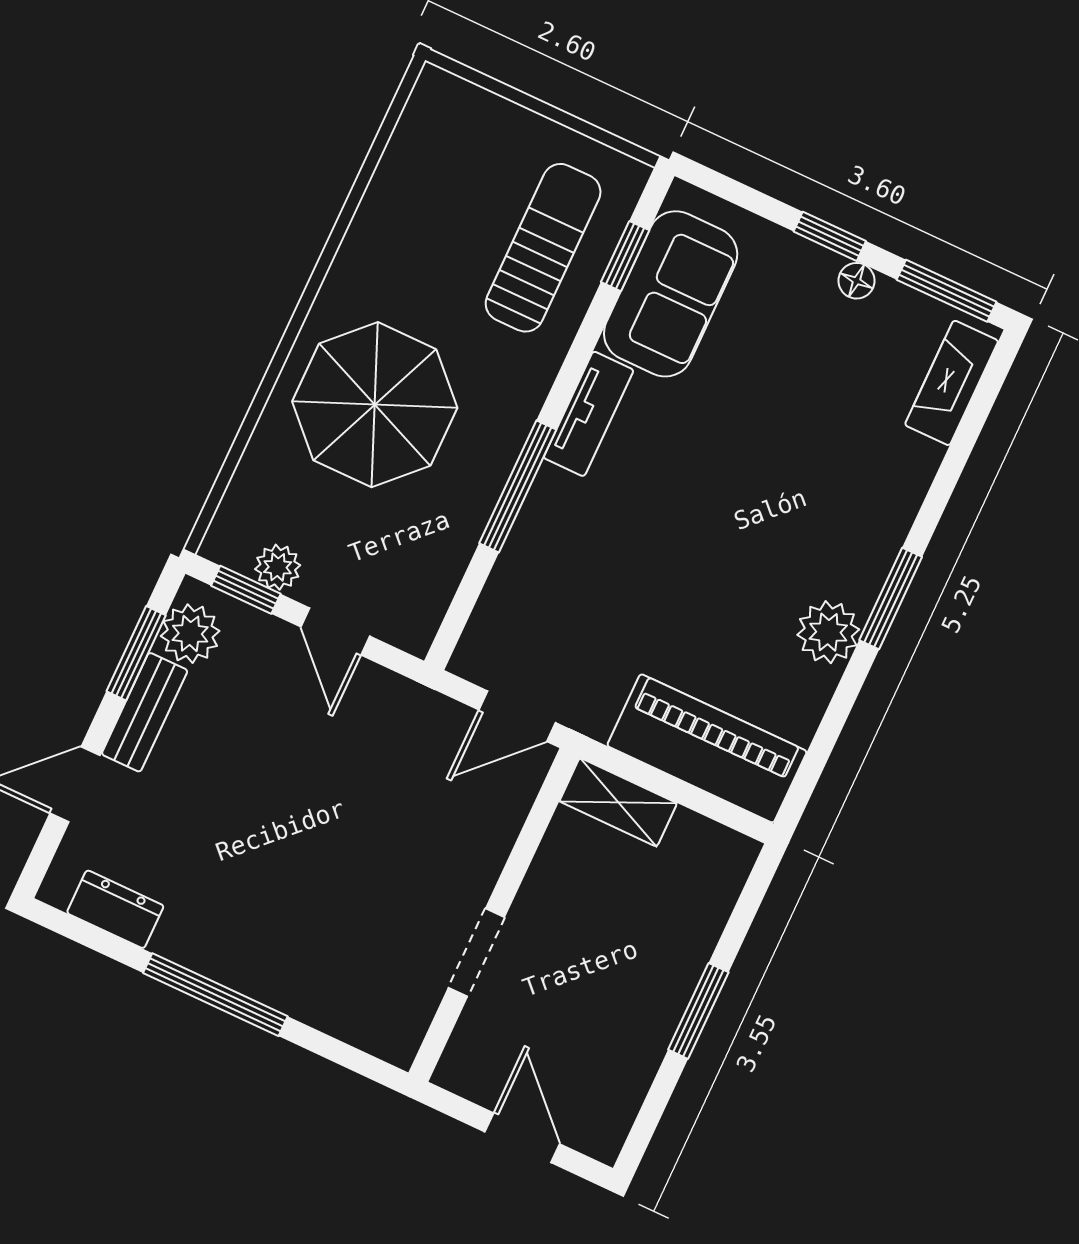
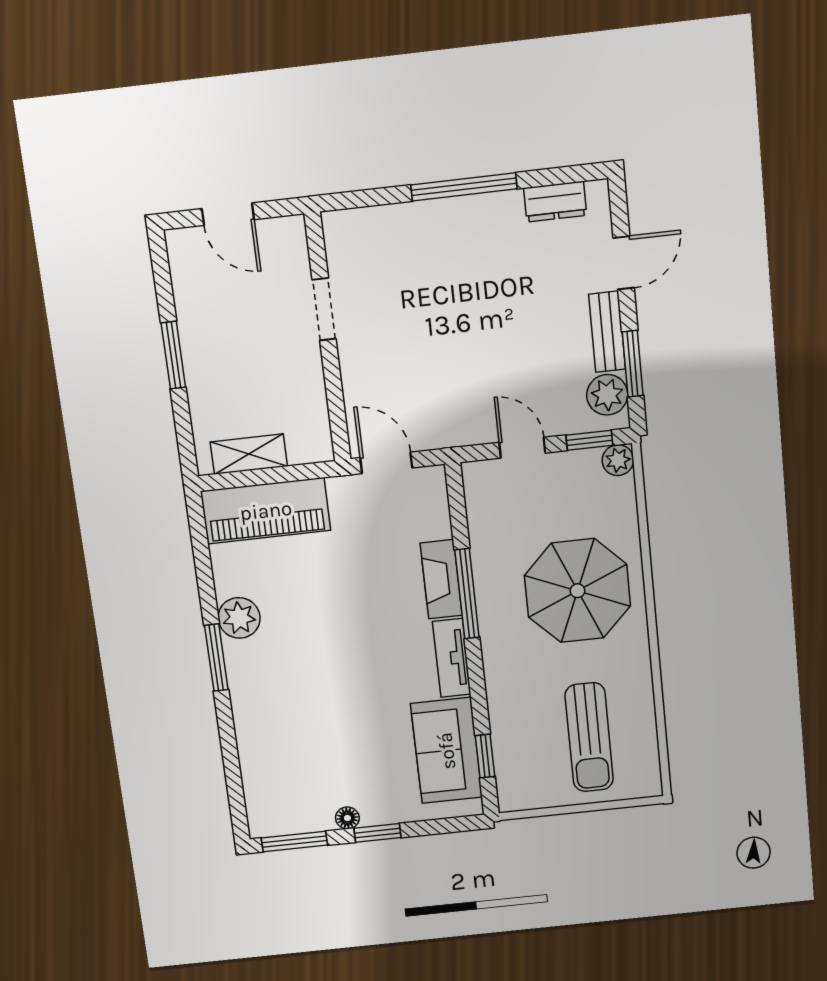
sun lounger: (543, 248) -> (589, 737), moved
fireplace: (952, 383) -> (441, 579), moved, turned 180
plant: (278, 567) -> (618, 460), moved
door: (517, 716) -> (386, 463), hinge flipped
shelving: (618, 802) -> (249, 454), moved

